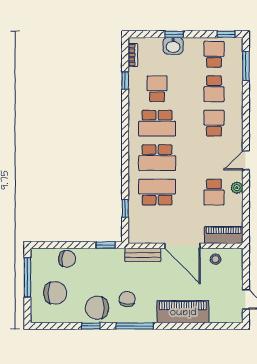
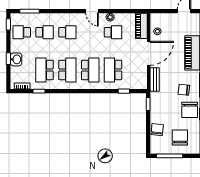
school desk: (157, 89) -> (45, 70), width x1.85
school desk: (214, 123) -> (67, 32), turned 180

